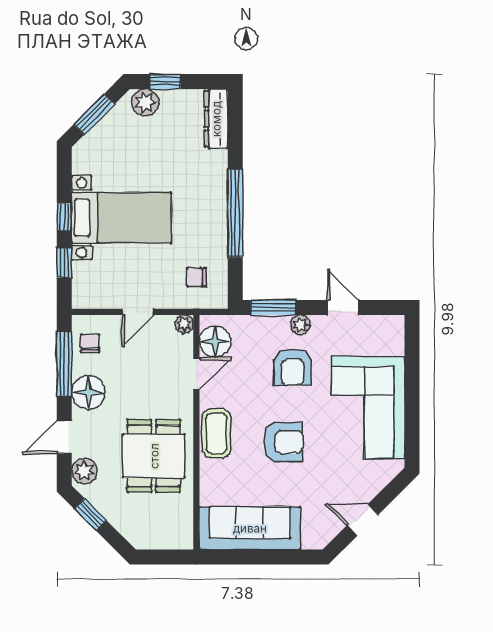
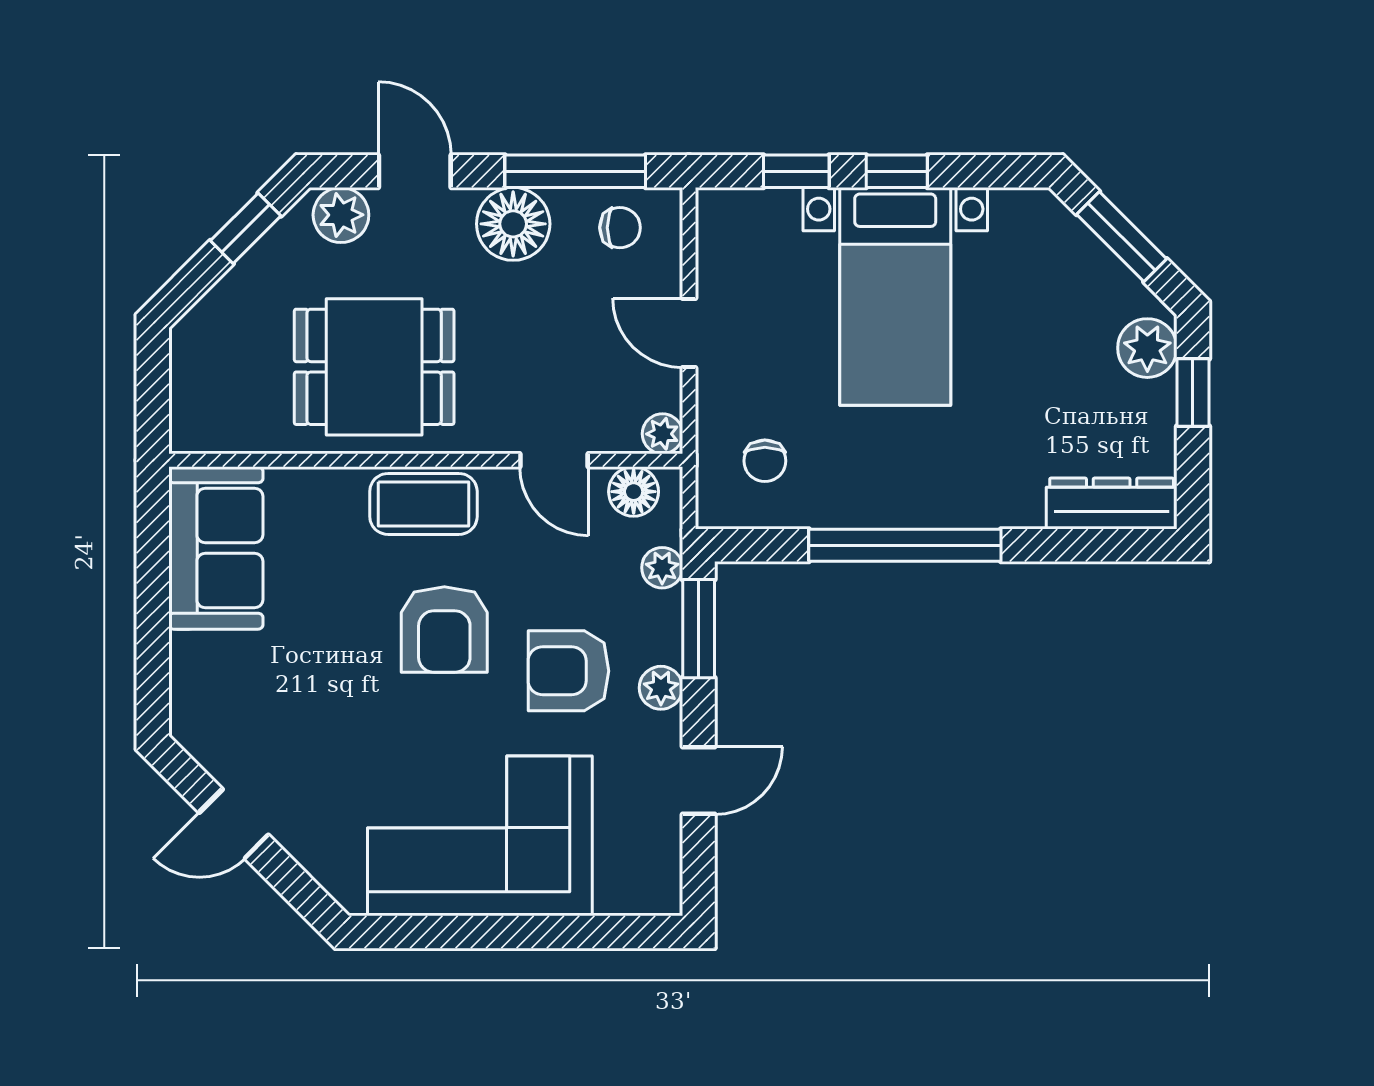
chair: (197, 277) -> (765, 461), turned 180
plant: (245, 324) -> (662, 568), added
floor lamp: (215, 342) -> (634, 492), width x0.73, depth x0.73
armchair: (283, 442) -> (444, 630), moved
door: (363, 520) -> (234, 824), swing flipped
sofa: (250, 528) -> (216, 548), width x0.73

